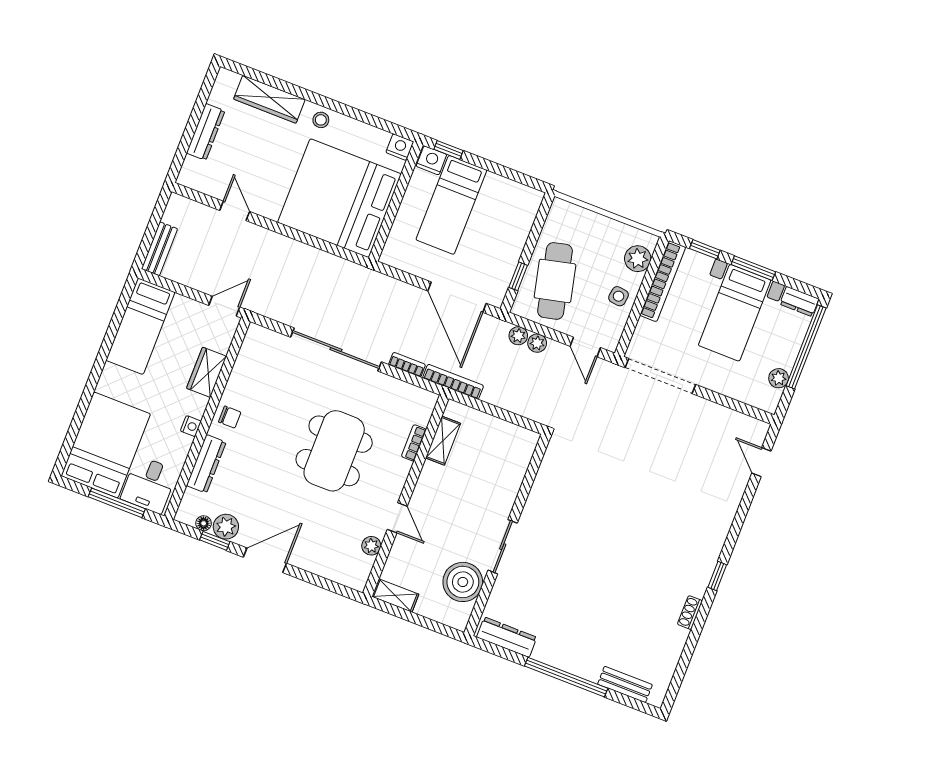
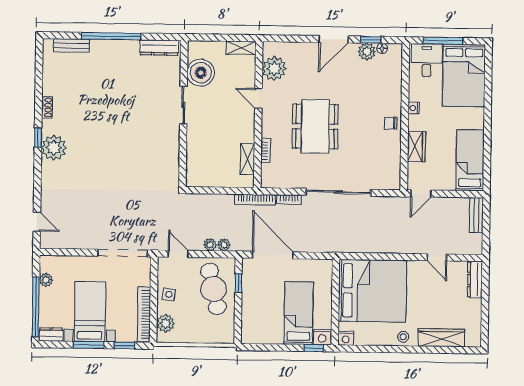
dresser: (206, 132) -> (475, 280), moved
dresser: (206, 464) -> (395, 87), removed
plant: (371, 546) -> (274, 69), width x1.88, depth x1.88
plant: (701, 554) -> (54, 148), added

